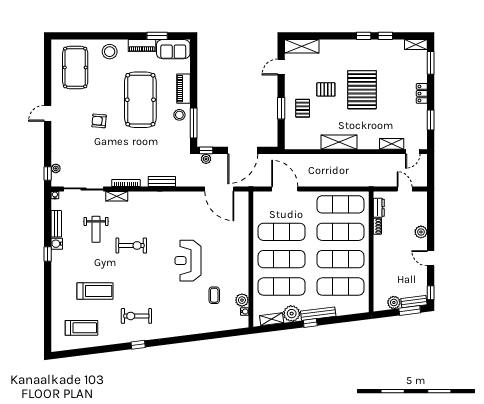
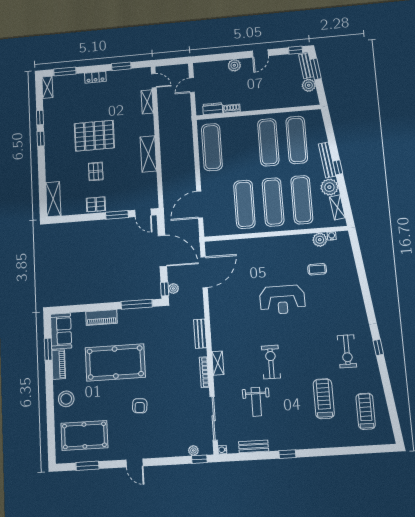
door: (281, 67) -> (143, 213), moved
window: (48, 69) -> (87, 466), added
pallet: (303, 108) -> (96, 204), moved
stool: (179, 115) -> (129, 320), removed
shelving: (117, 196) -> (218, 363), moved
weight bench: (96, 229) -> (256, 402), turned 90
exercise mat: (340, 232) -> (240, 145), removed
water cooler: (57, 244) -> (275, 445), removed

